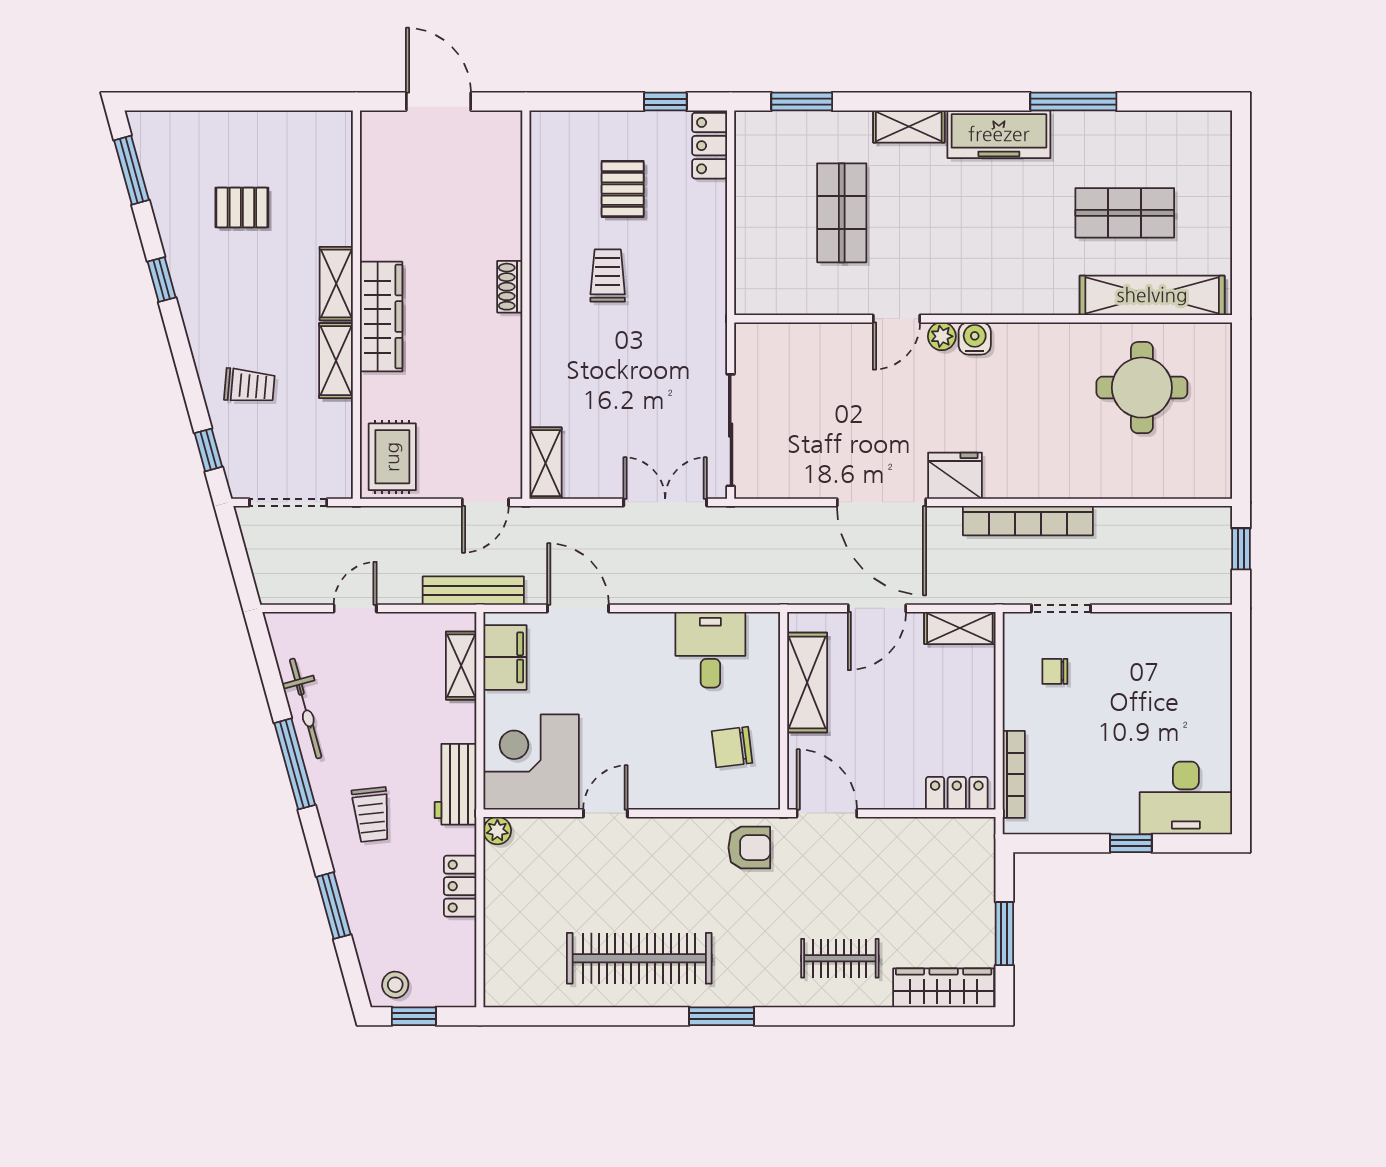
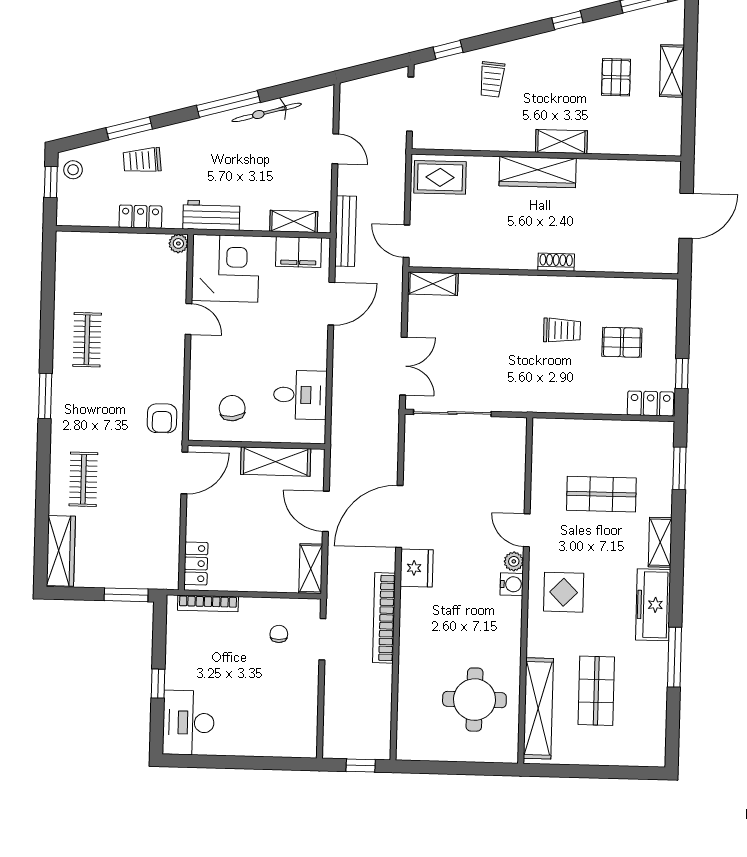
display table: (984, 263) -> (564, 592), added
shelving: (336, 361) -> (672, 71), moved, turned 90
trolley: (371, 815) -> (142, 160), moved
window: (1004, 934) -> (126, 595), moved
clothes rail: (639, 958) -> (87, 340), width x0.54, depth x0.76

